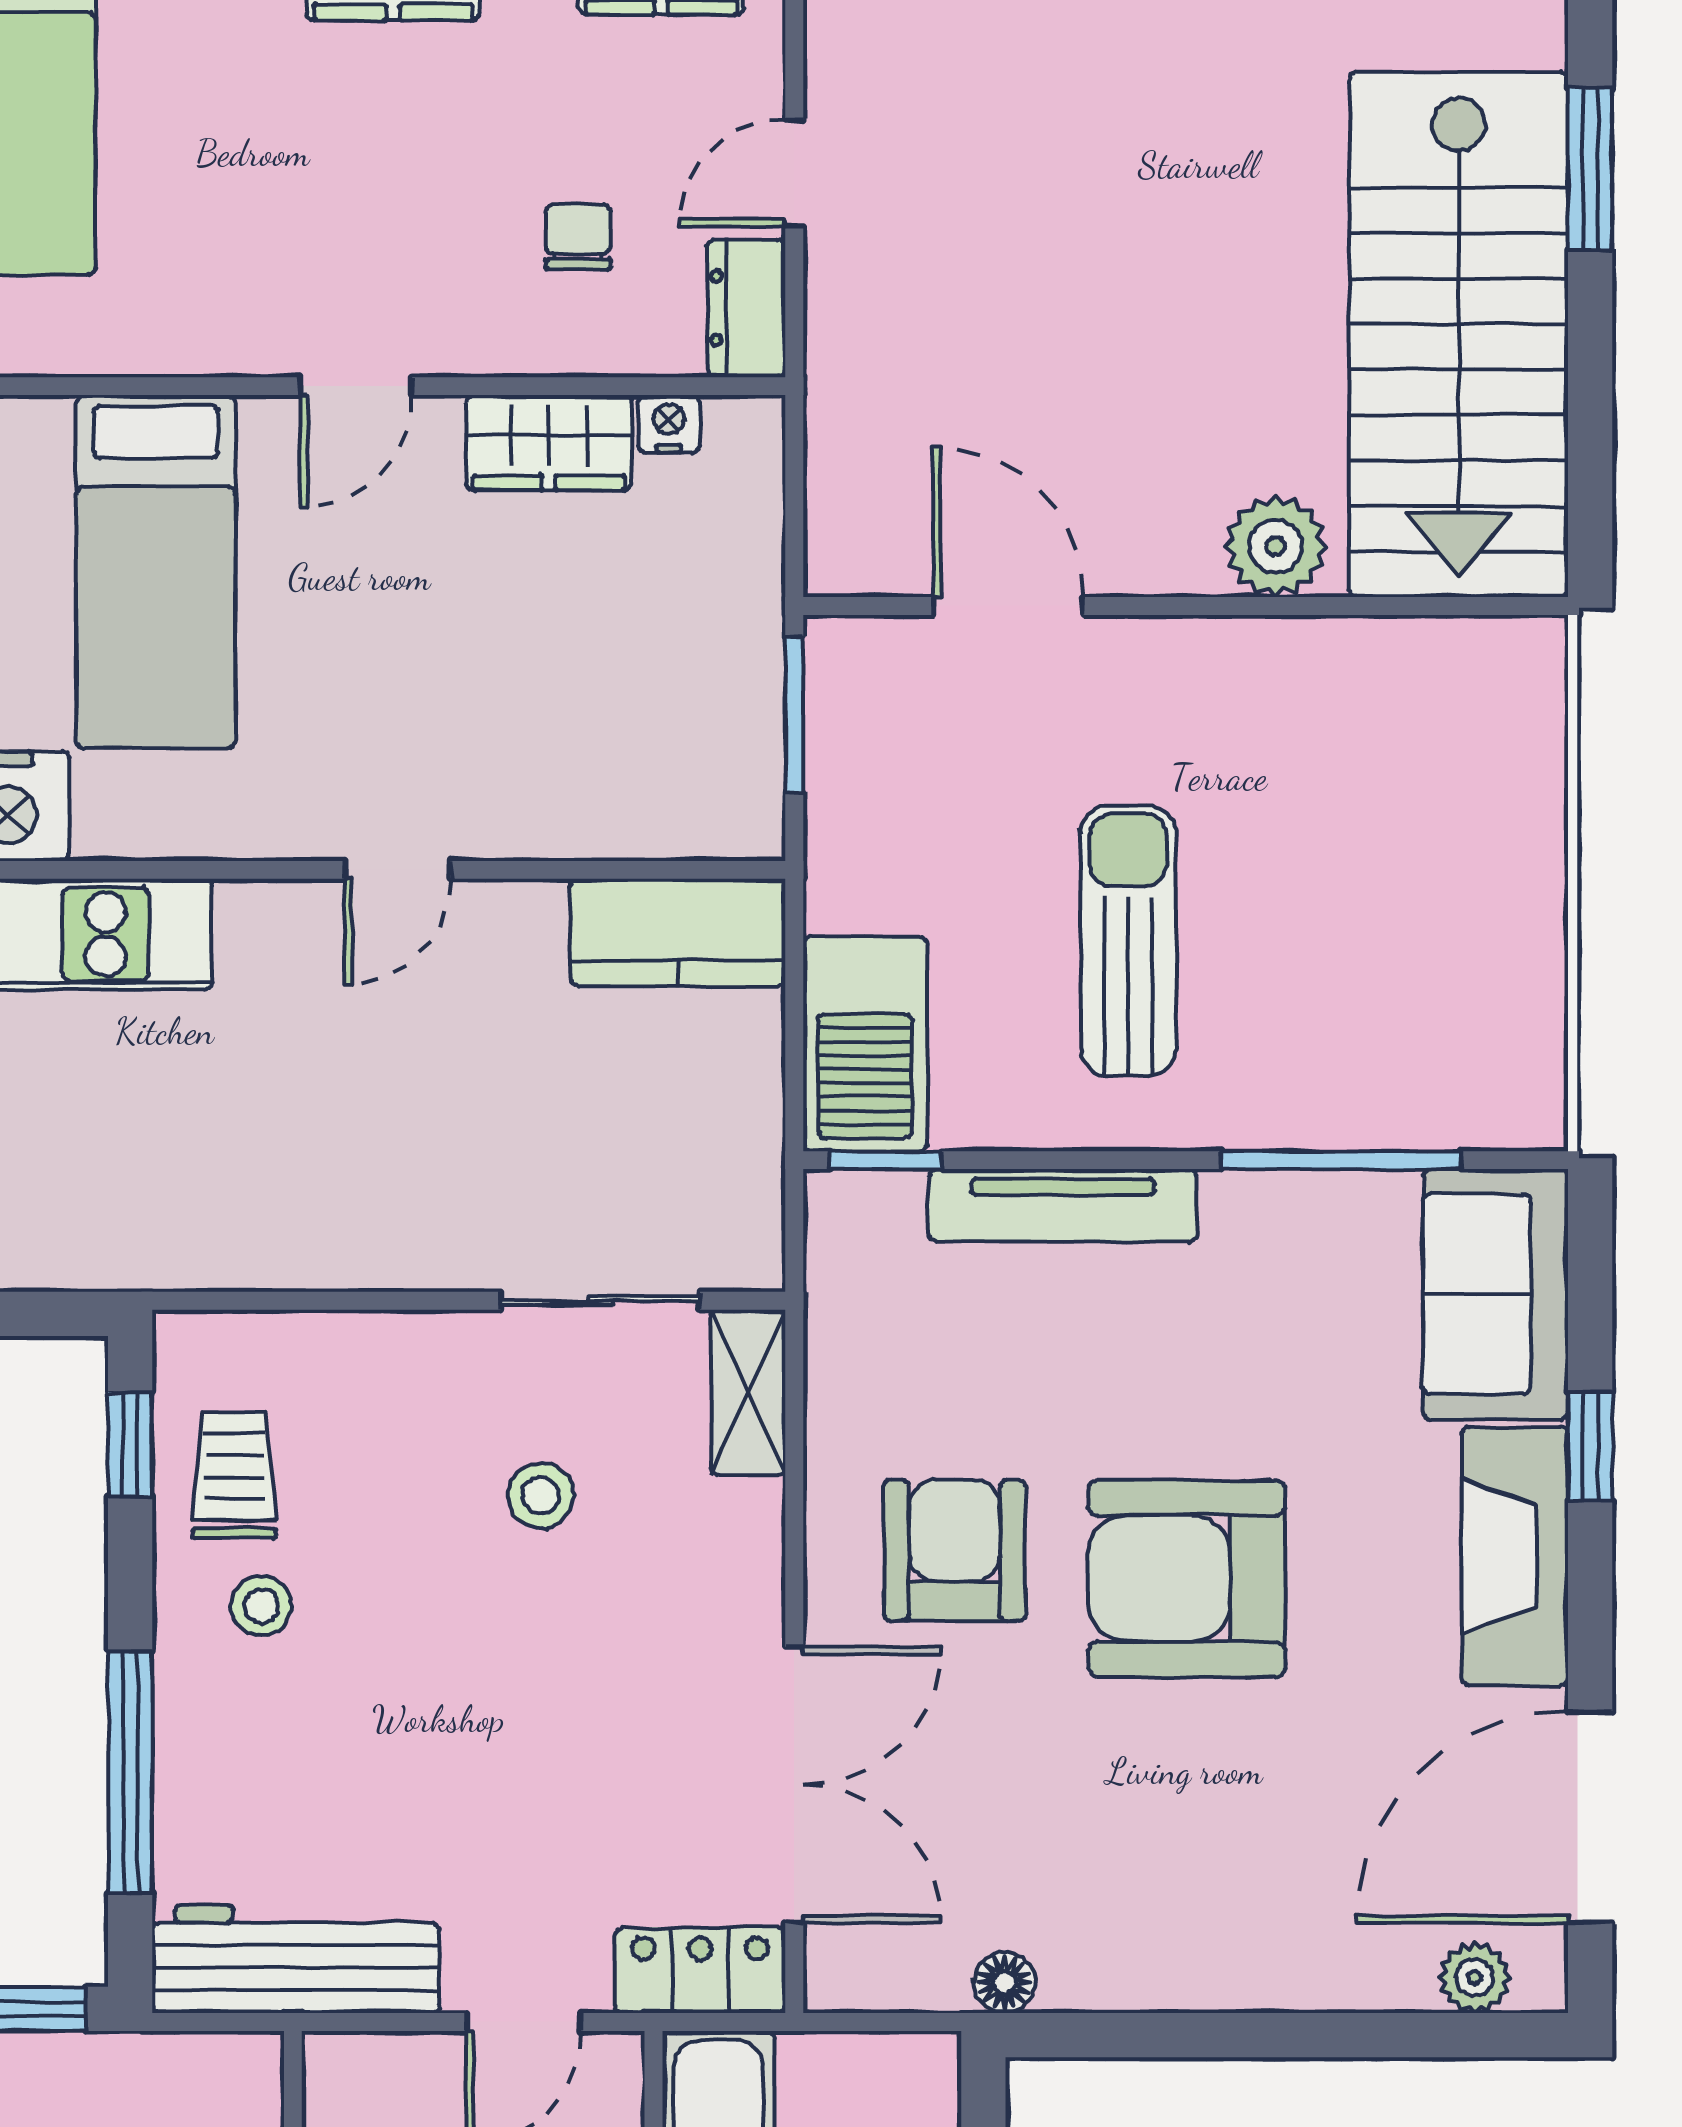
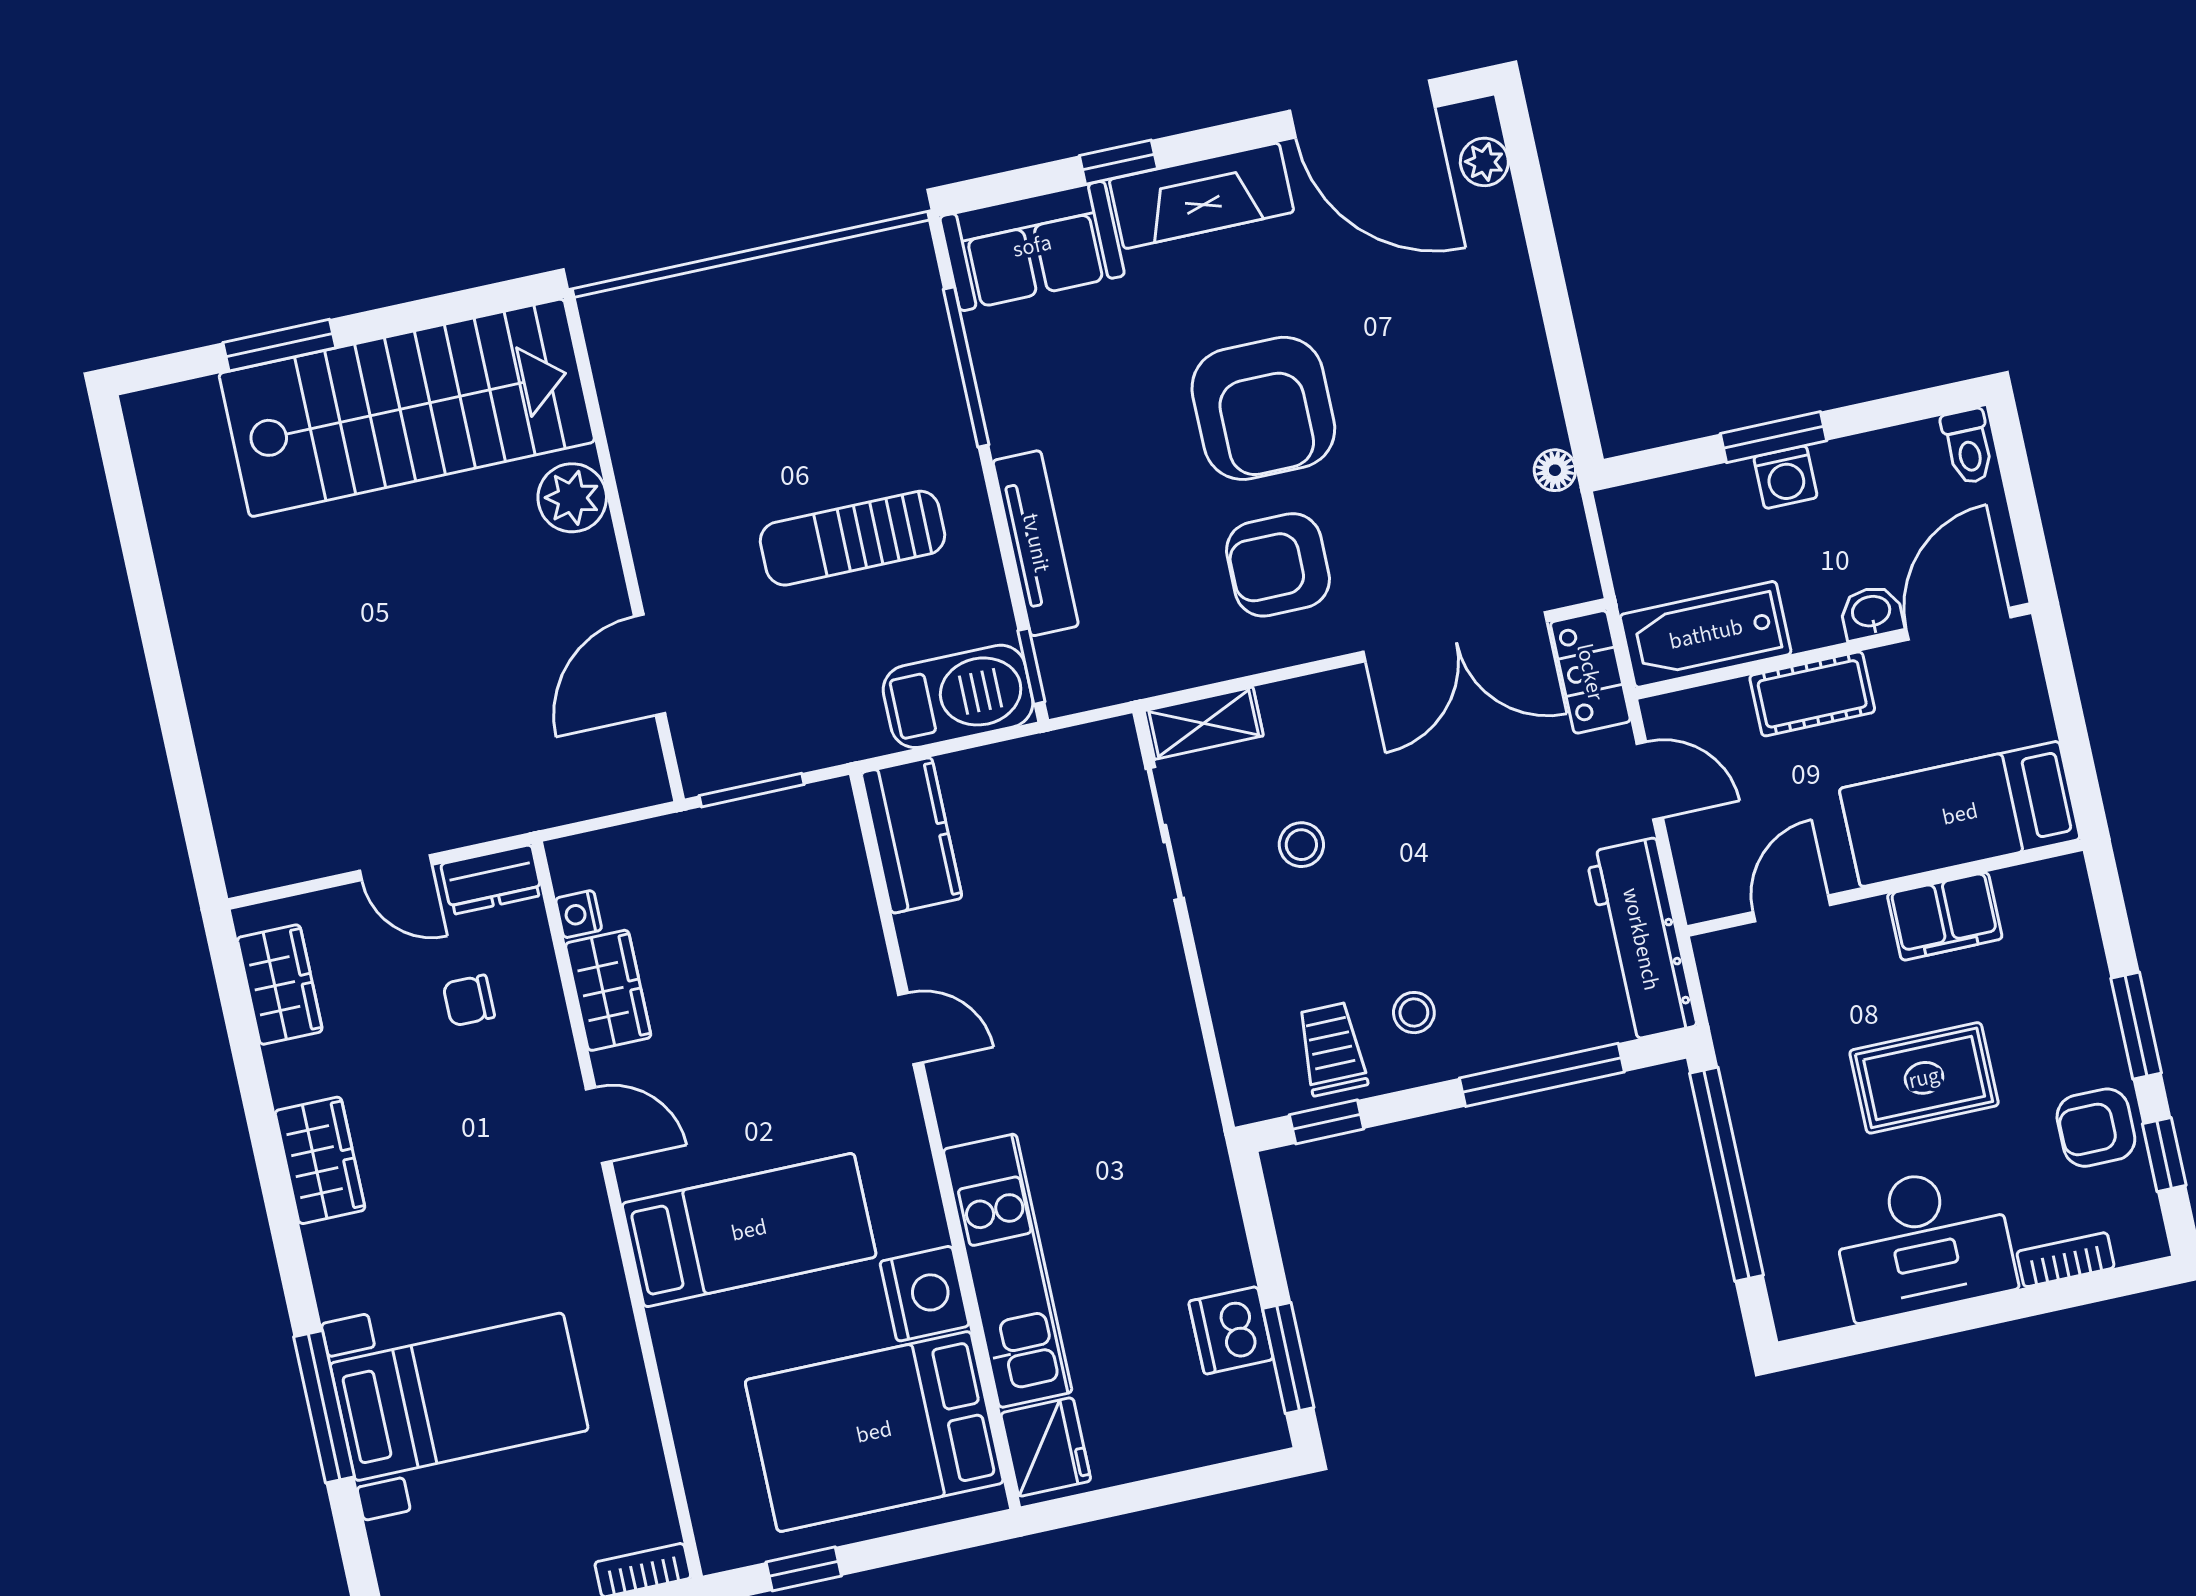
trolley: (234, 1475) -> (1332, 1049), turned 90
double door: (794, 1785) -> (1455, 637), swing flipped

